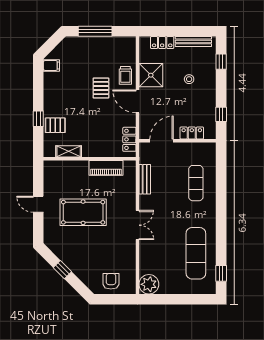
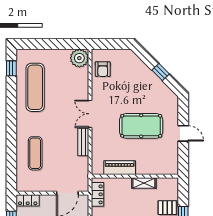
locker: (192, 133) -> (28, 200), moved
shelving: (69, 151) -> (144, 183), moved
bench: (145, 179) -> (83, 142), moved
armchair: (111, 281) -> (103, 69), moved

